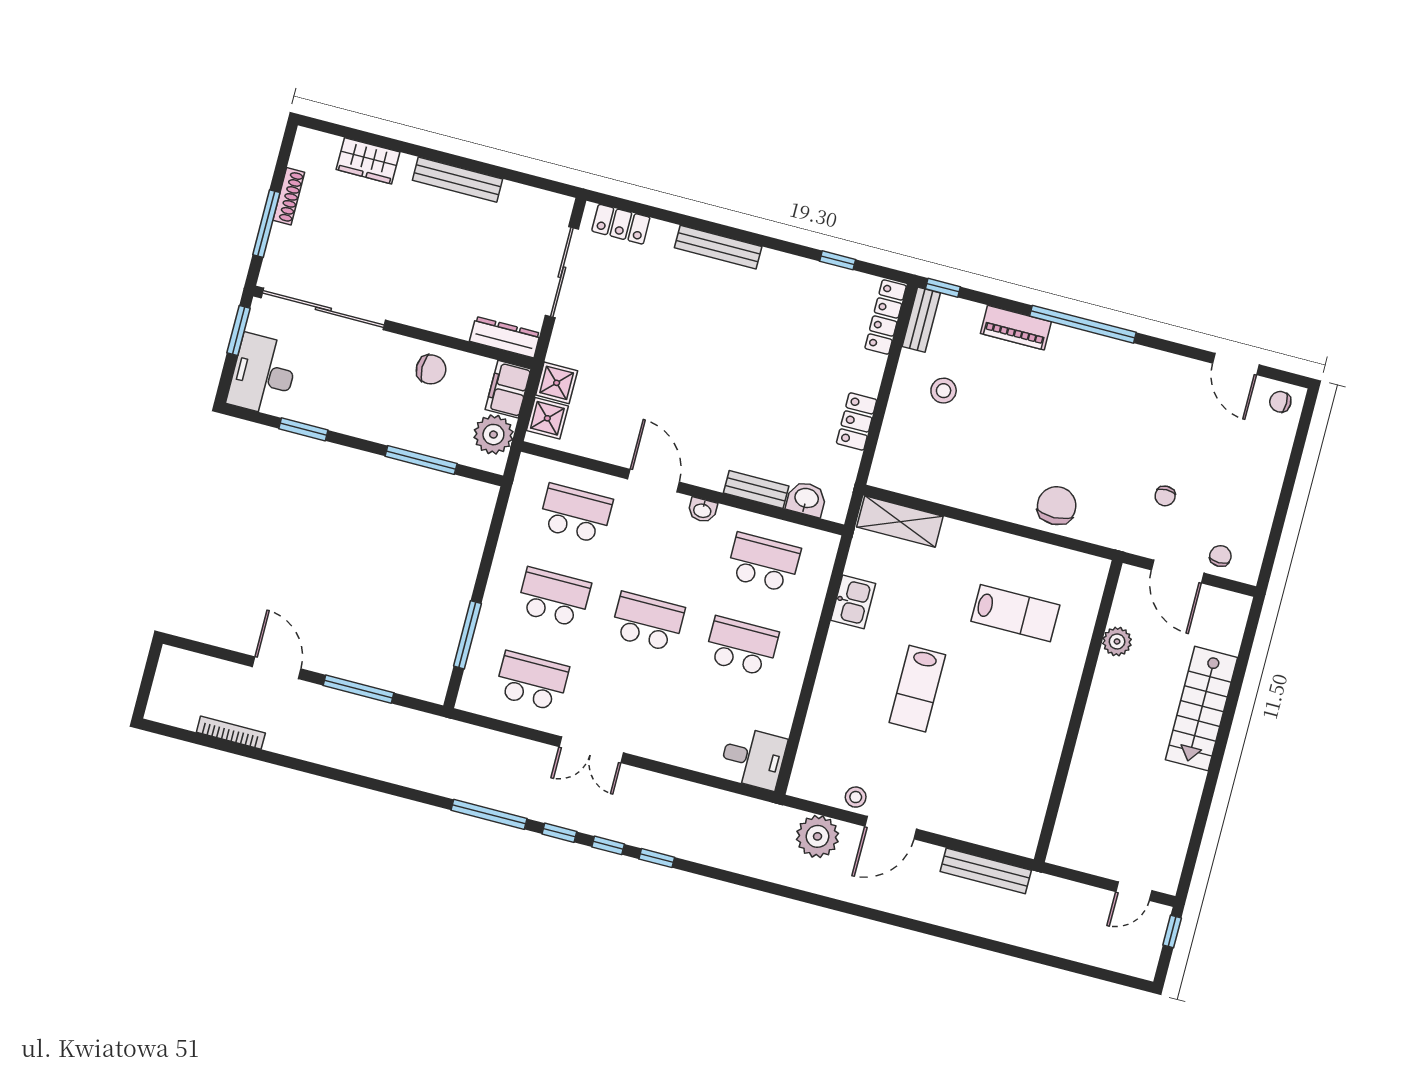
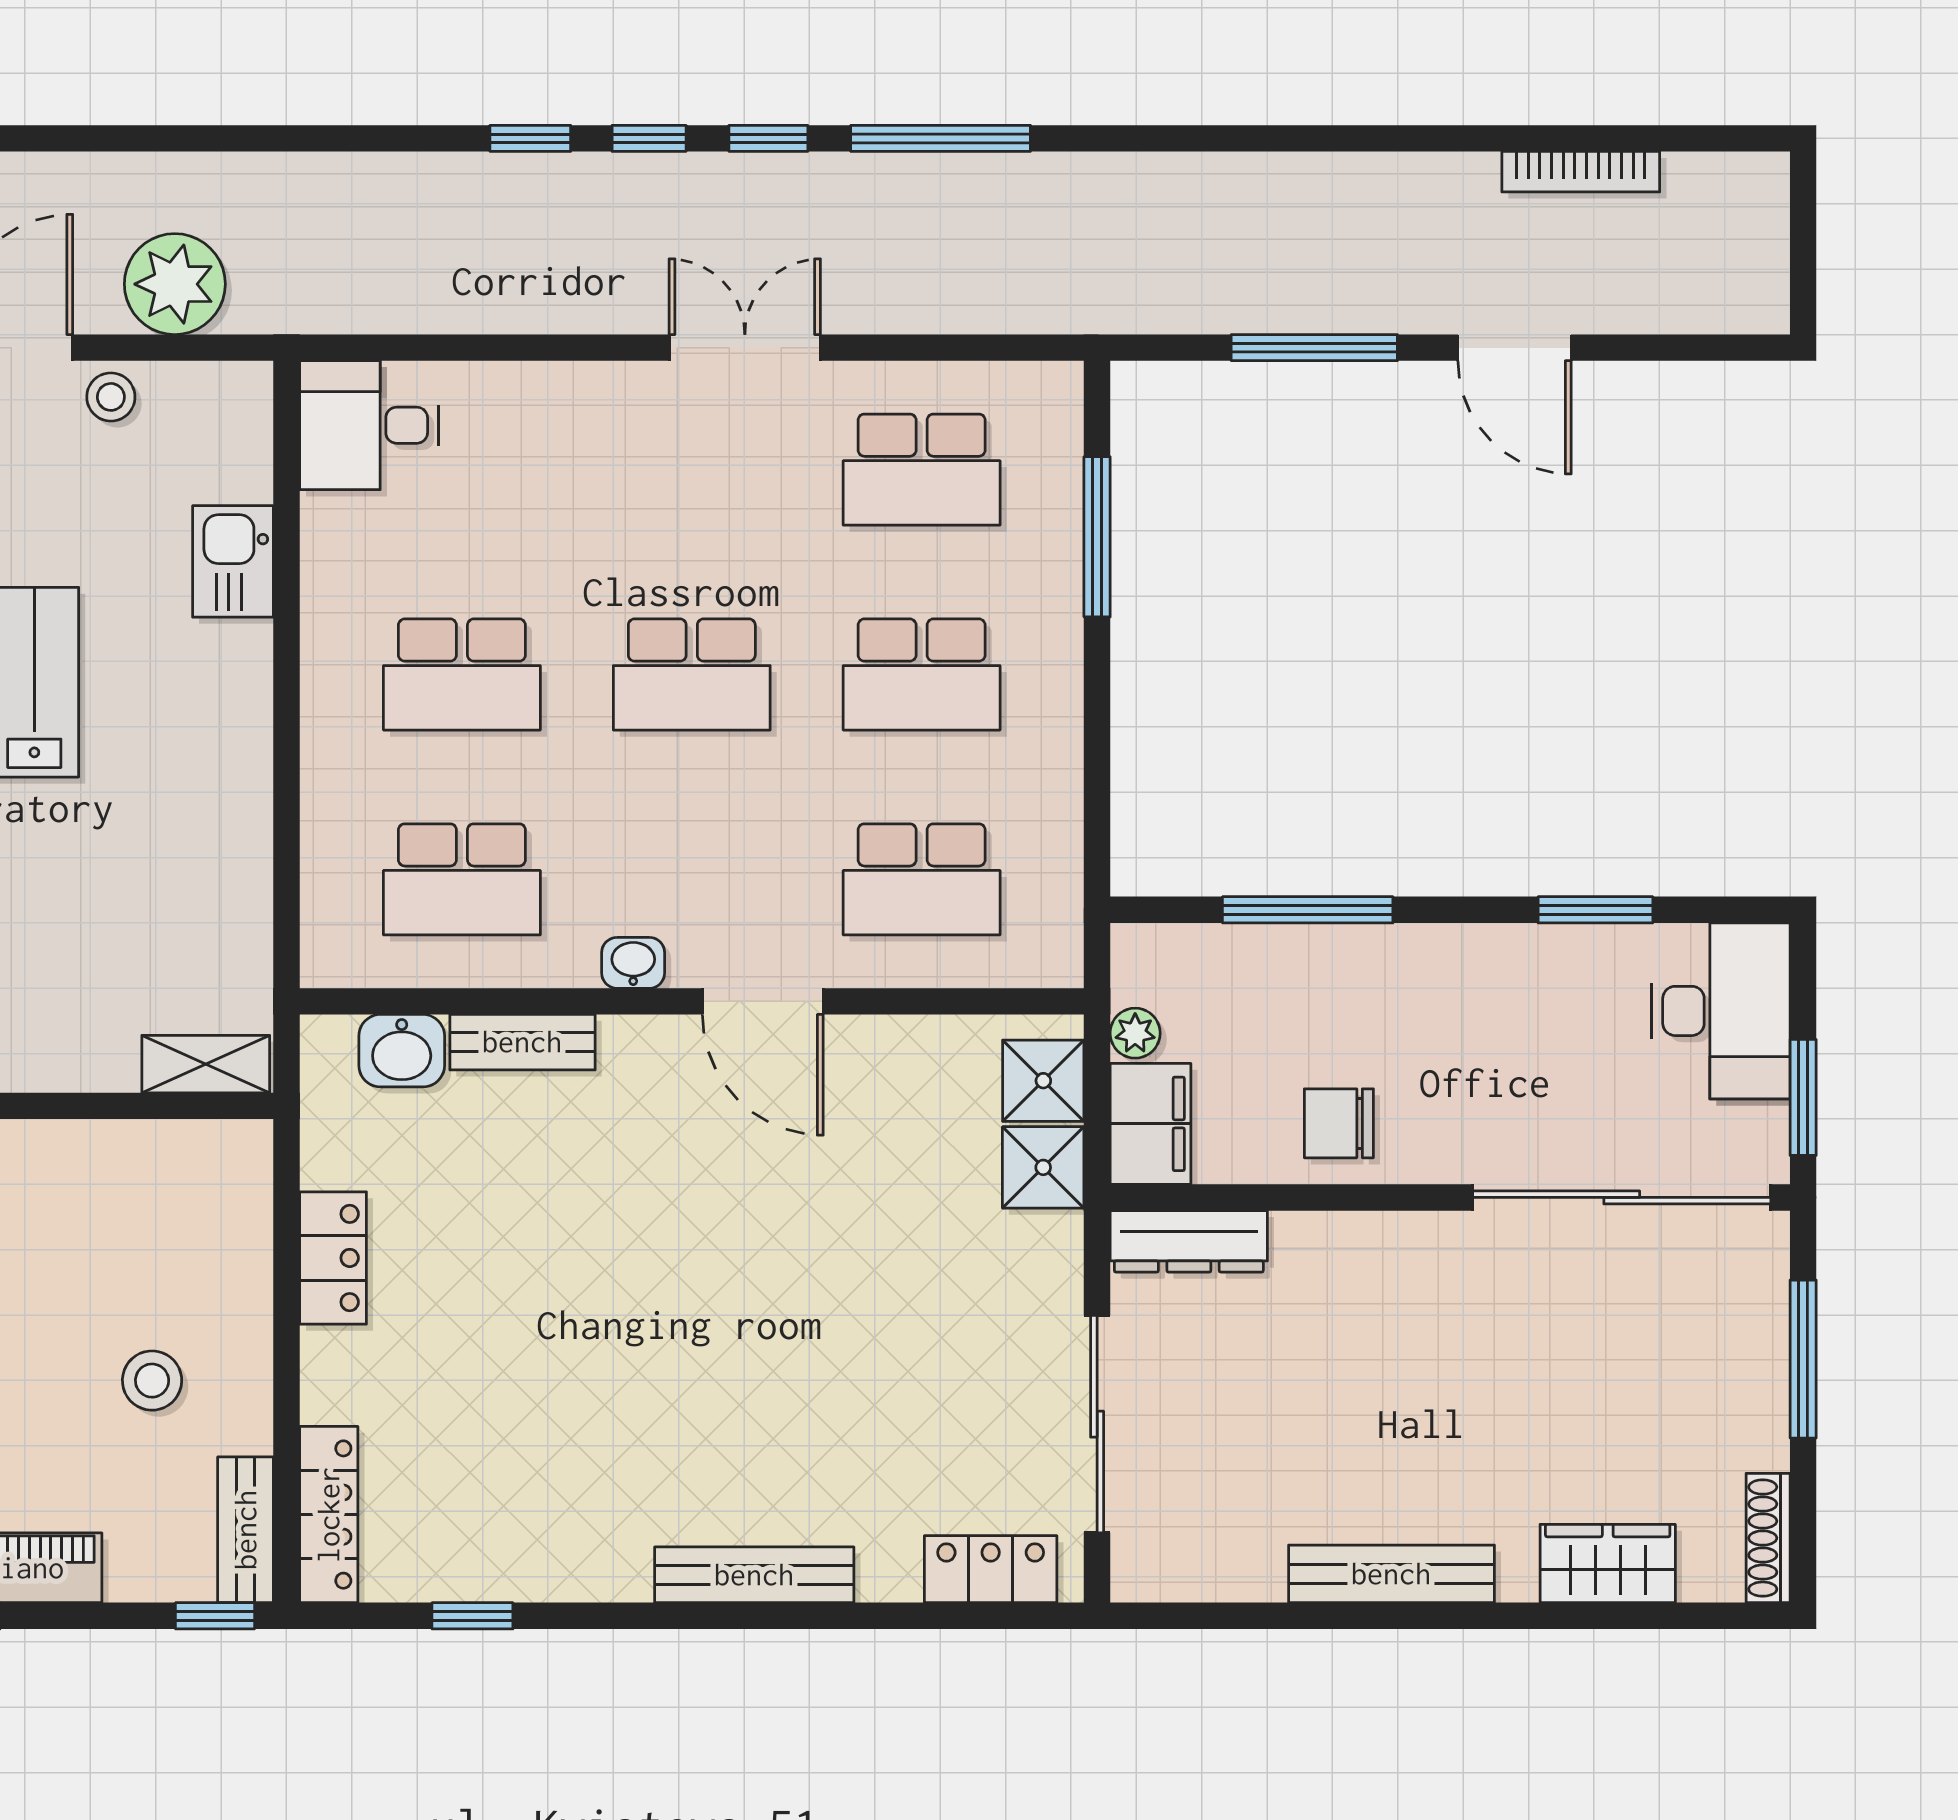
shoe rack: (289, 196) -> (1768, 1538), moved
plant: (493, 435) -> (1135, 1033), width x0.53, depth x0.53
shelving: (900, 522) -> (206, 1064), width x0.67, depth x0.75
kitchen sink: (853, 602) -> (233, 561), moved

